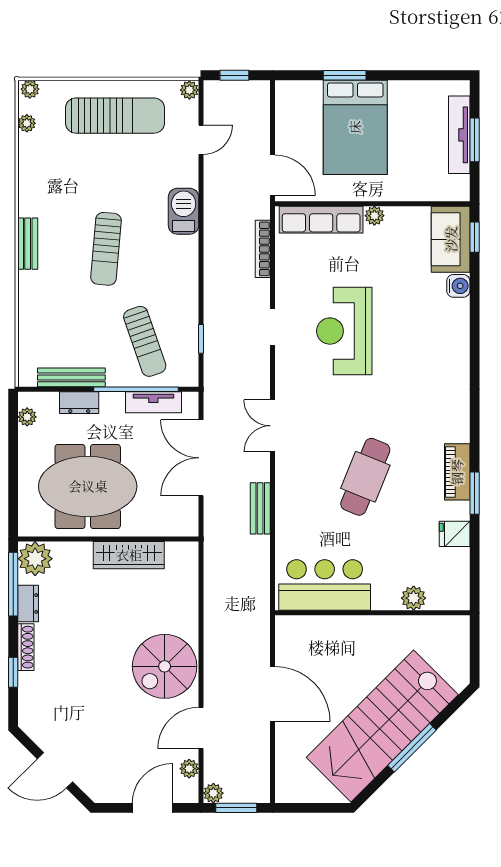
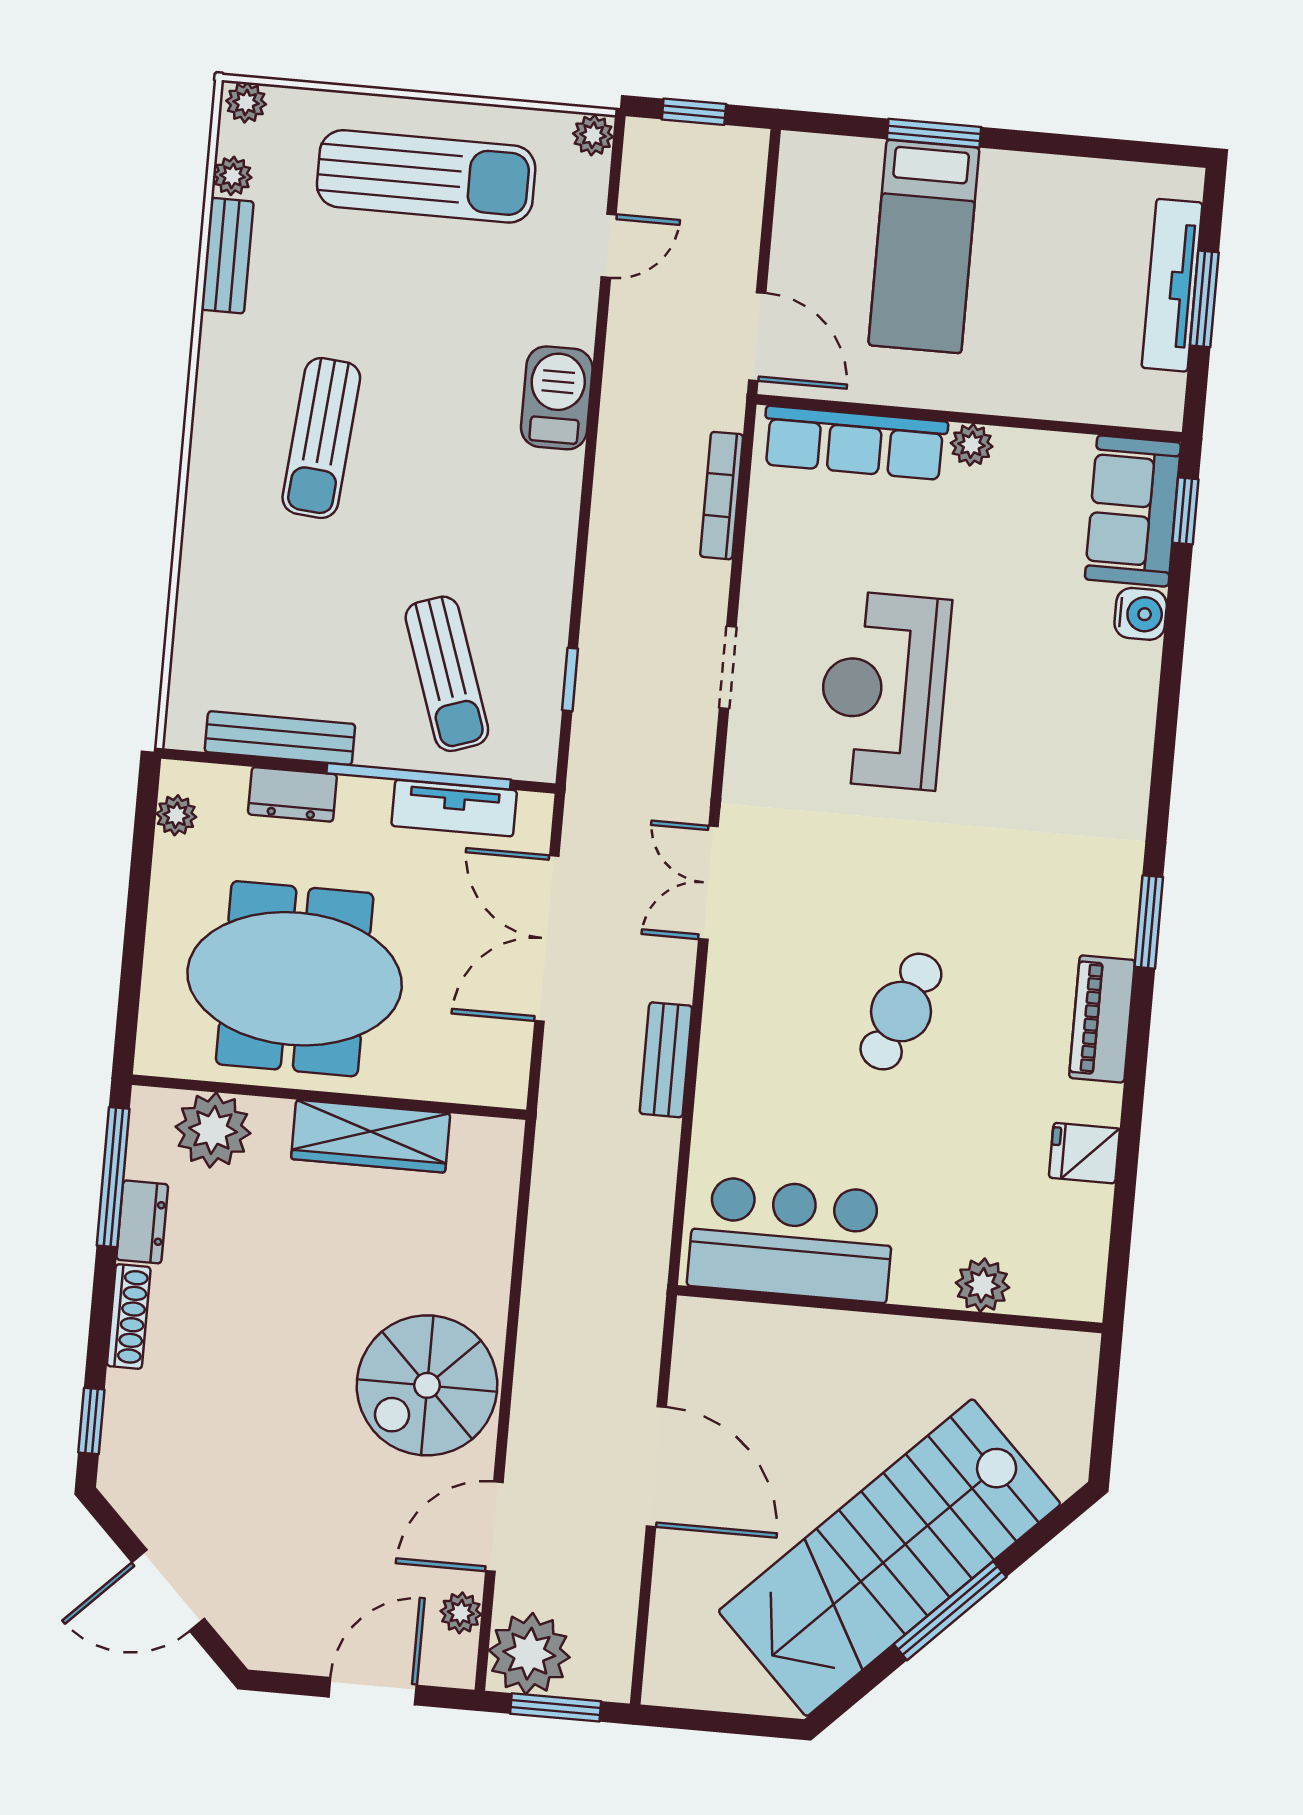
bed: (355, 127) -> (924, 246), width x0.67
bench: (28, 244) -> (227, 256), moved
sun lounger: (106, 249) -> (321, 438), moved
cafe table: (365, 477) -> (901, 1012), width x0.73, depth x0.74
window: (475, 493) -> (1149, 922), moved
plant: (35, 559) -> (213, 1130), moved
window: (13, 672) -> (91, 1421), moved
plant: (213, 793) -> (529, 1654), width x1.87, depth x1.87

